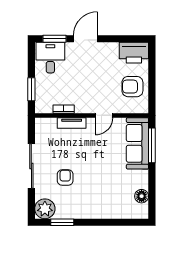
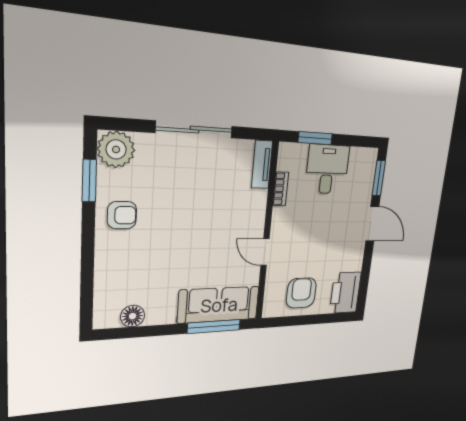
desk: (50, 58) -> (327, 169), moved, turned -90
tv unit: (72, 123) -> (262, 165), moved
armchair: (65, 177) -> (122, 215), moved

